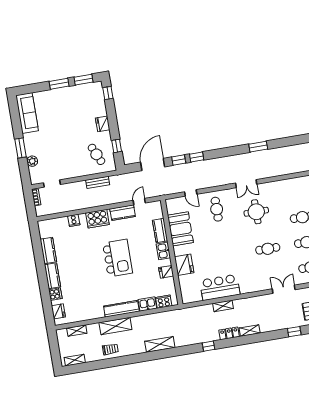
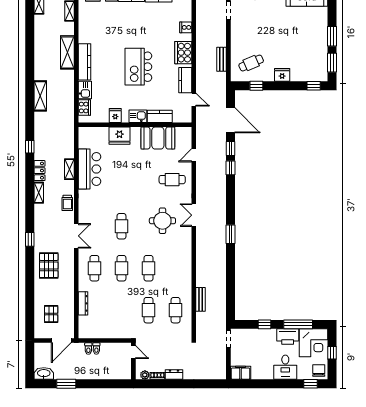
kitchen island: (118, 258) -> (138, 67), turned 90
trolley: (110, 349) -> (67, 203), moved

